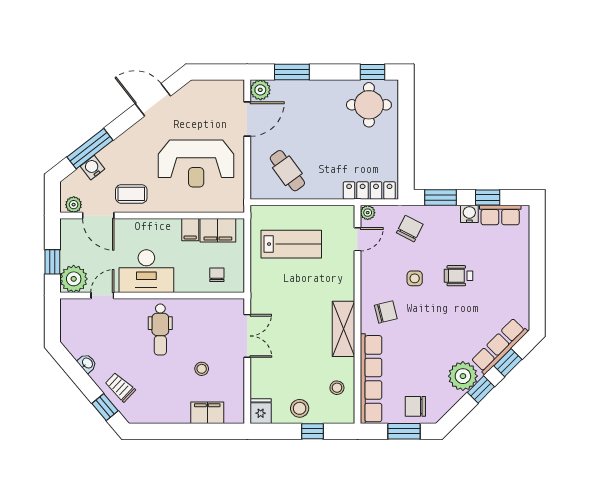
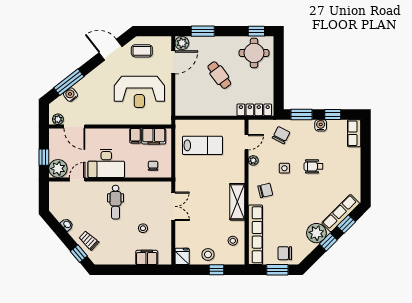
cafe table: (287, 171) -> (219, 75), moved
coffee table: (131, 194) -> (142, 51), moved
plant: (368, 213) -> (253, 160), moved
row of seats: (500, 215) -> (354, 133), moved, turned 90

